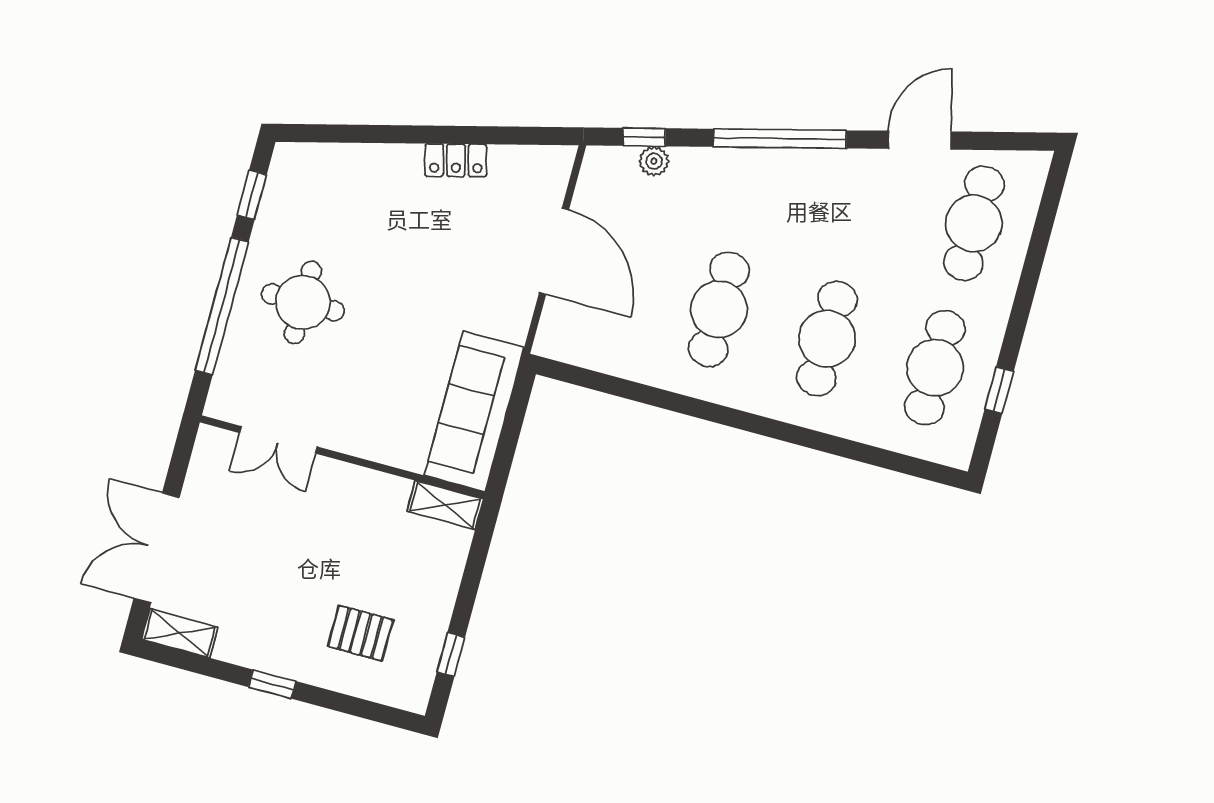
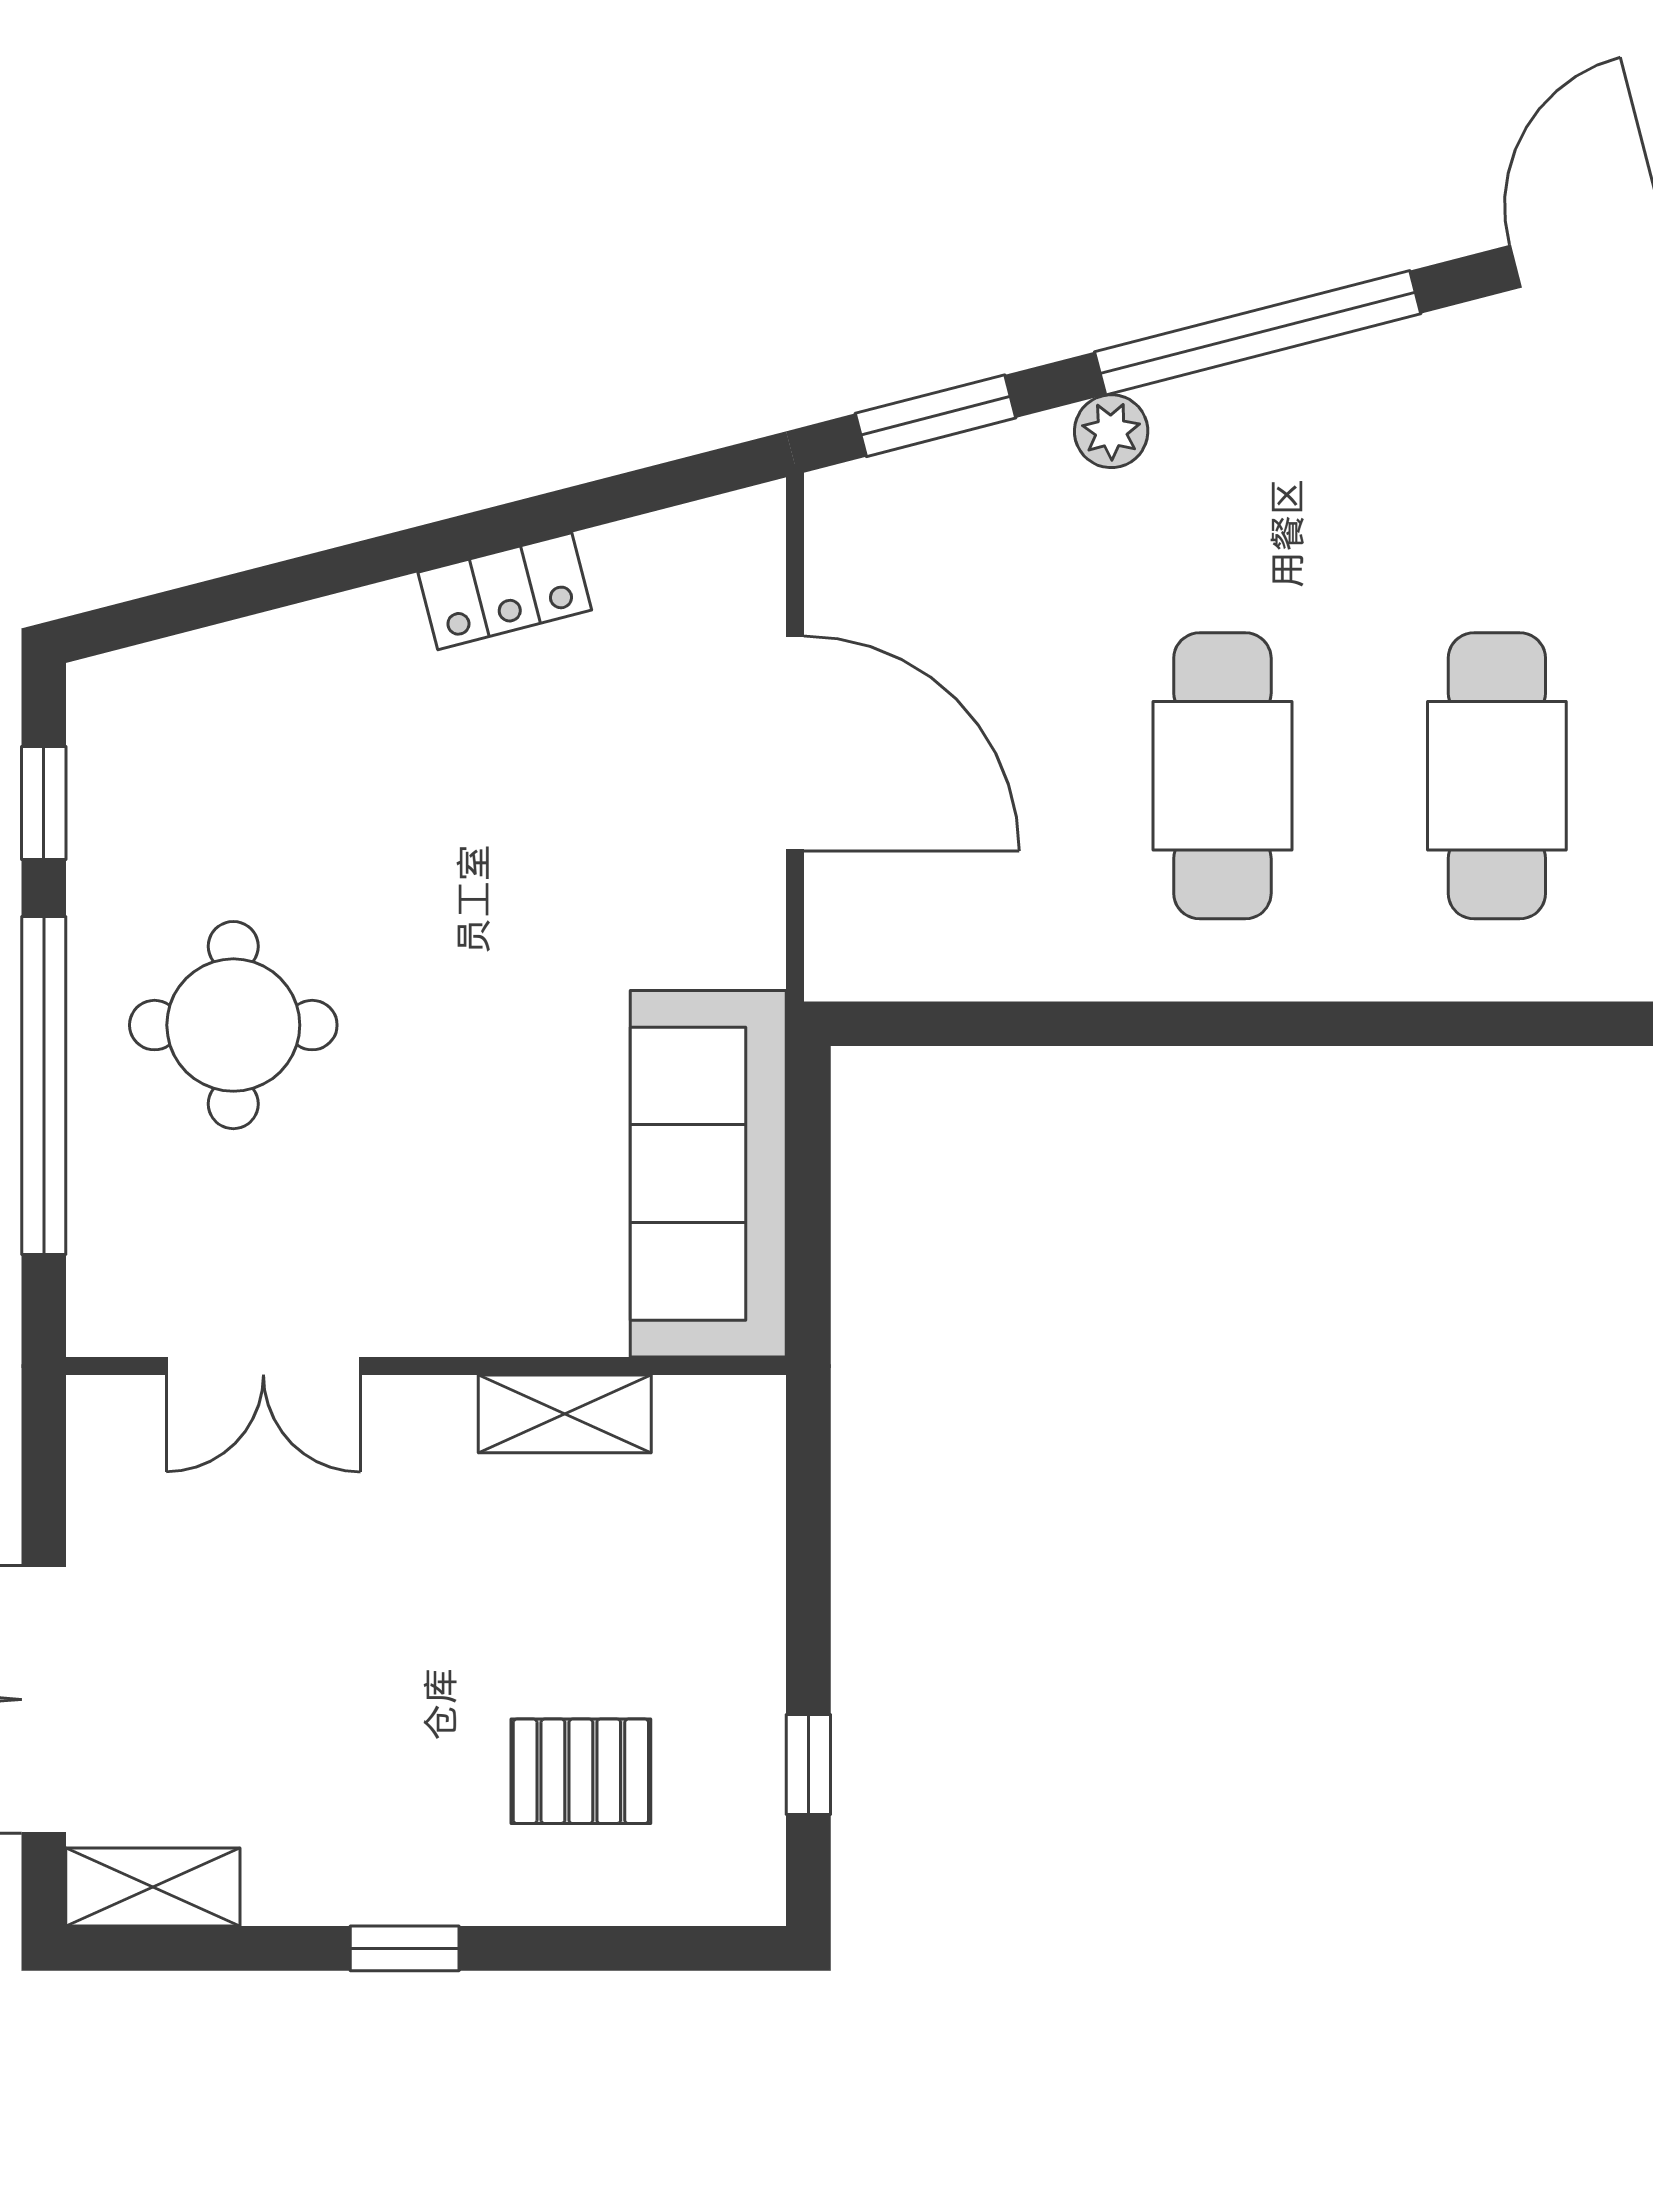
window: (644, 137) -> (936, 416), width x1.50
plant: (654, 161) -> (1111, 431), moved
shelving: (445, 505) -> (565, 1414), moved

